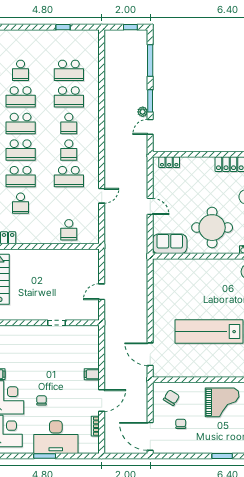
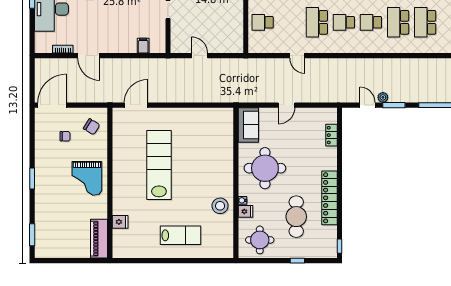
locker: (169, 162) -> (332, 135), moved
filing cabinet: (92, 374) -> (143, 46), moved

